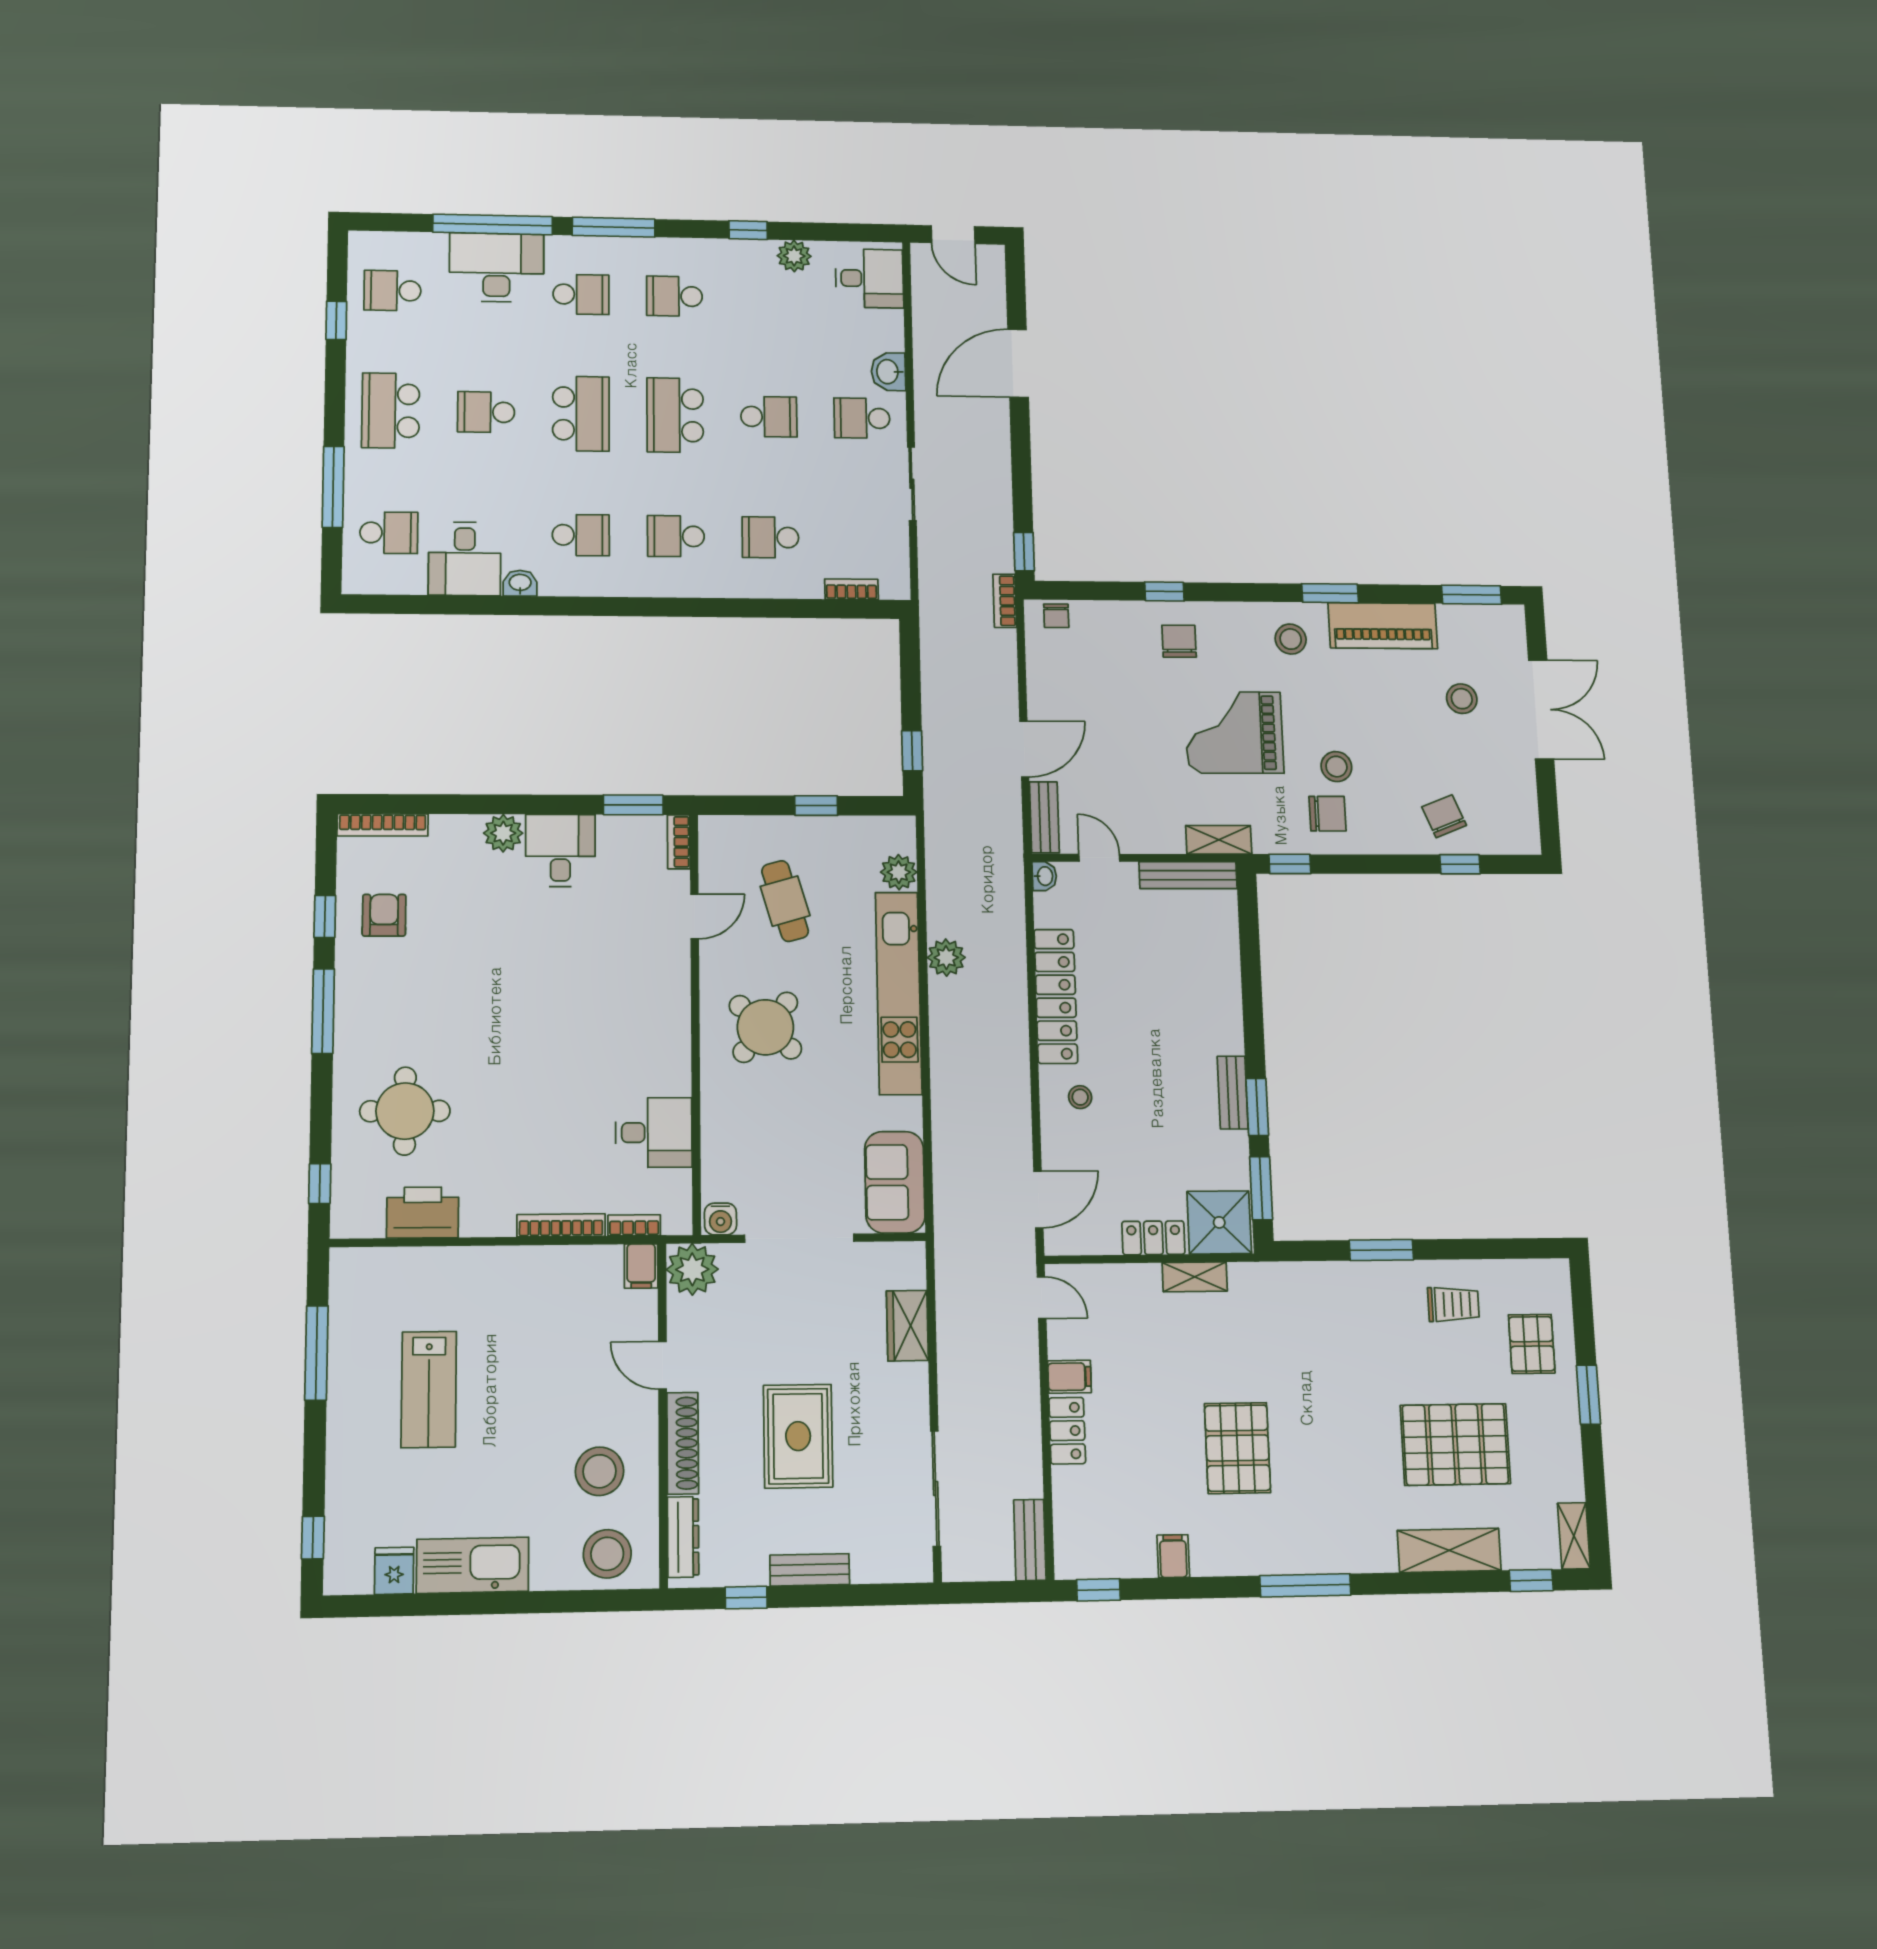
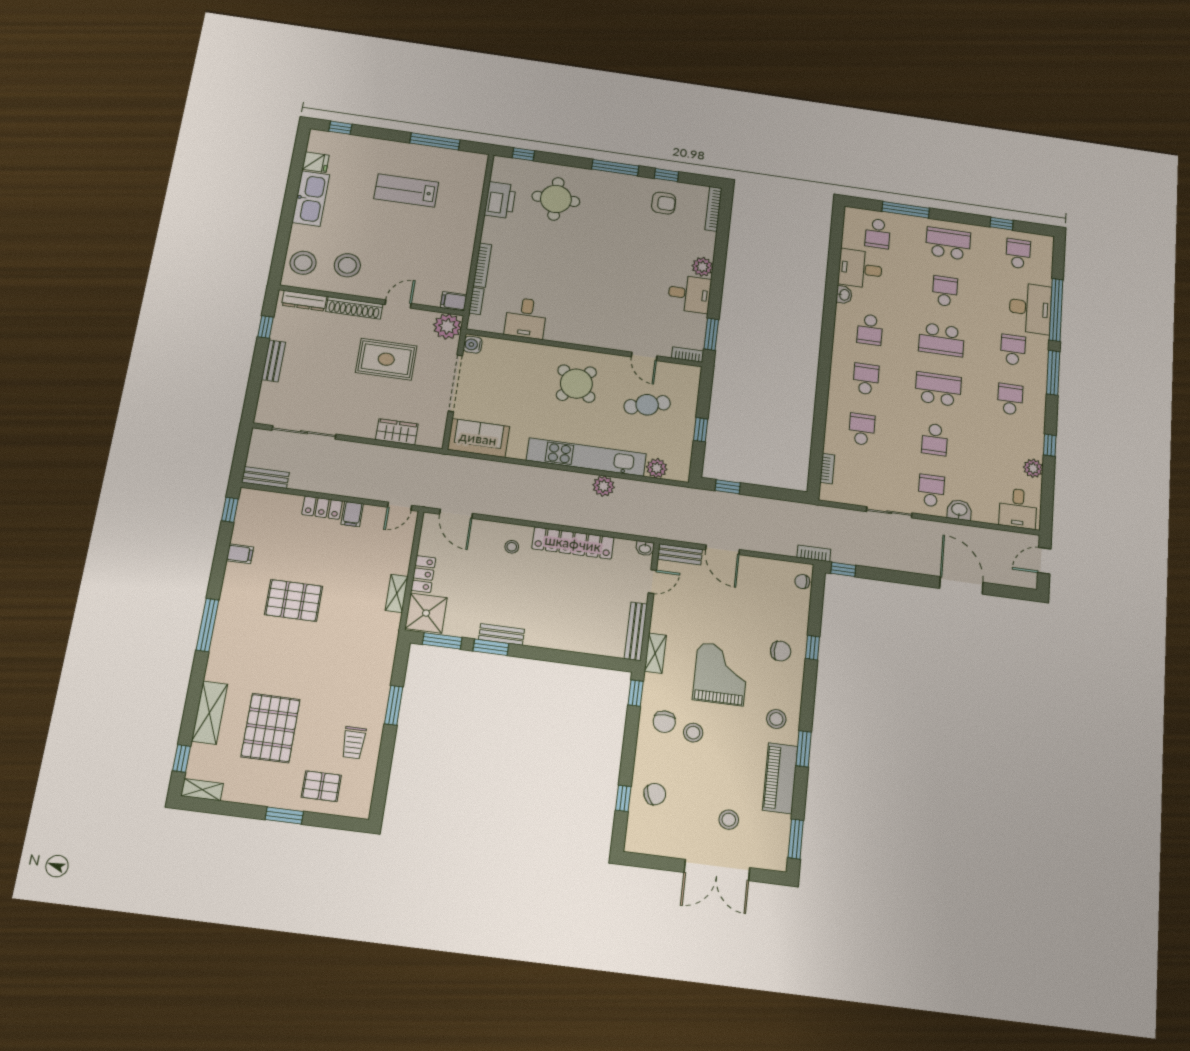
school desk: (581, 294) -> (1013, 350), turned 180
rug: (798, 1436) -> (386, 359), moved

